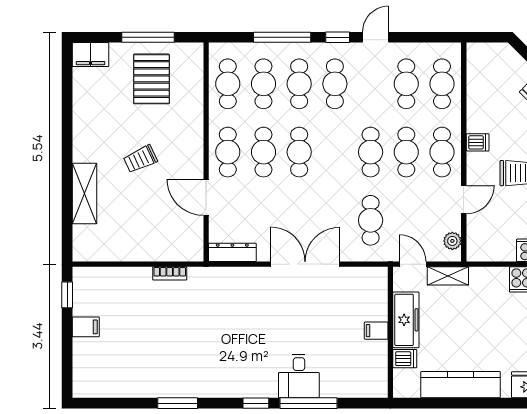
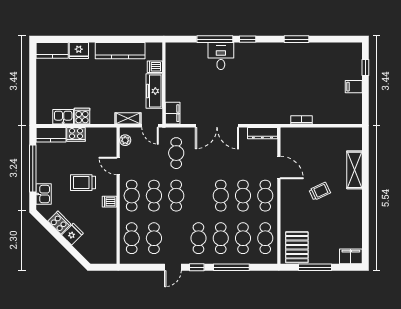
pallet: (151, 79) -> (297, 247), moved
door: (464, 200) -> (118, 166), hinge flipped
window: (67, 295) -> (365, 68), moved
filing cabinet: (376, 331) -> (173, 113), moved, width x2.00

